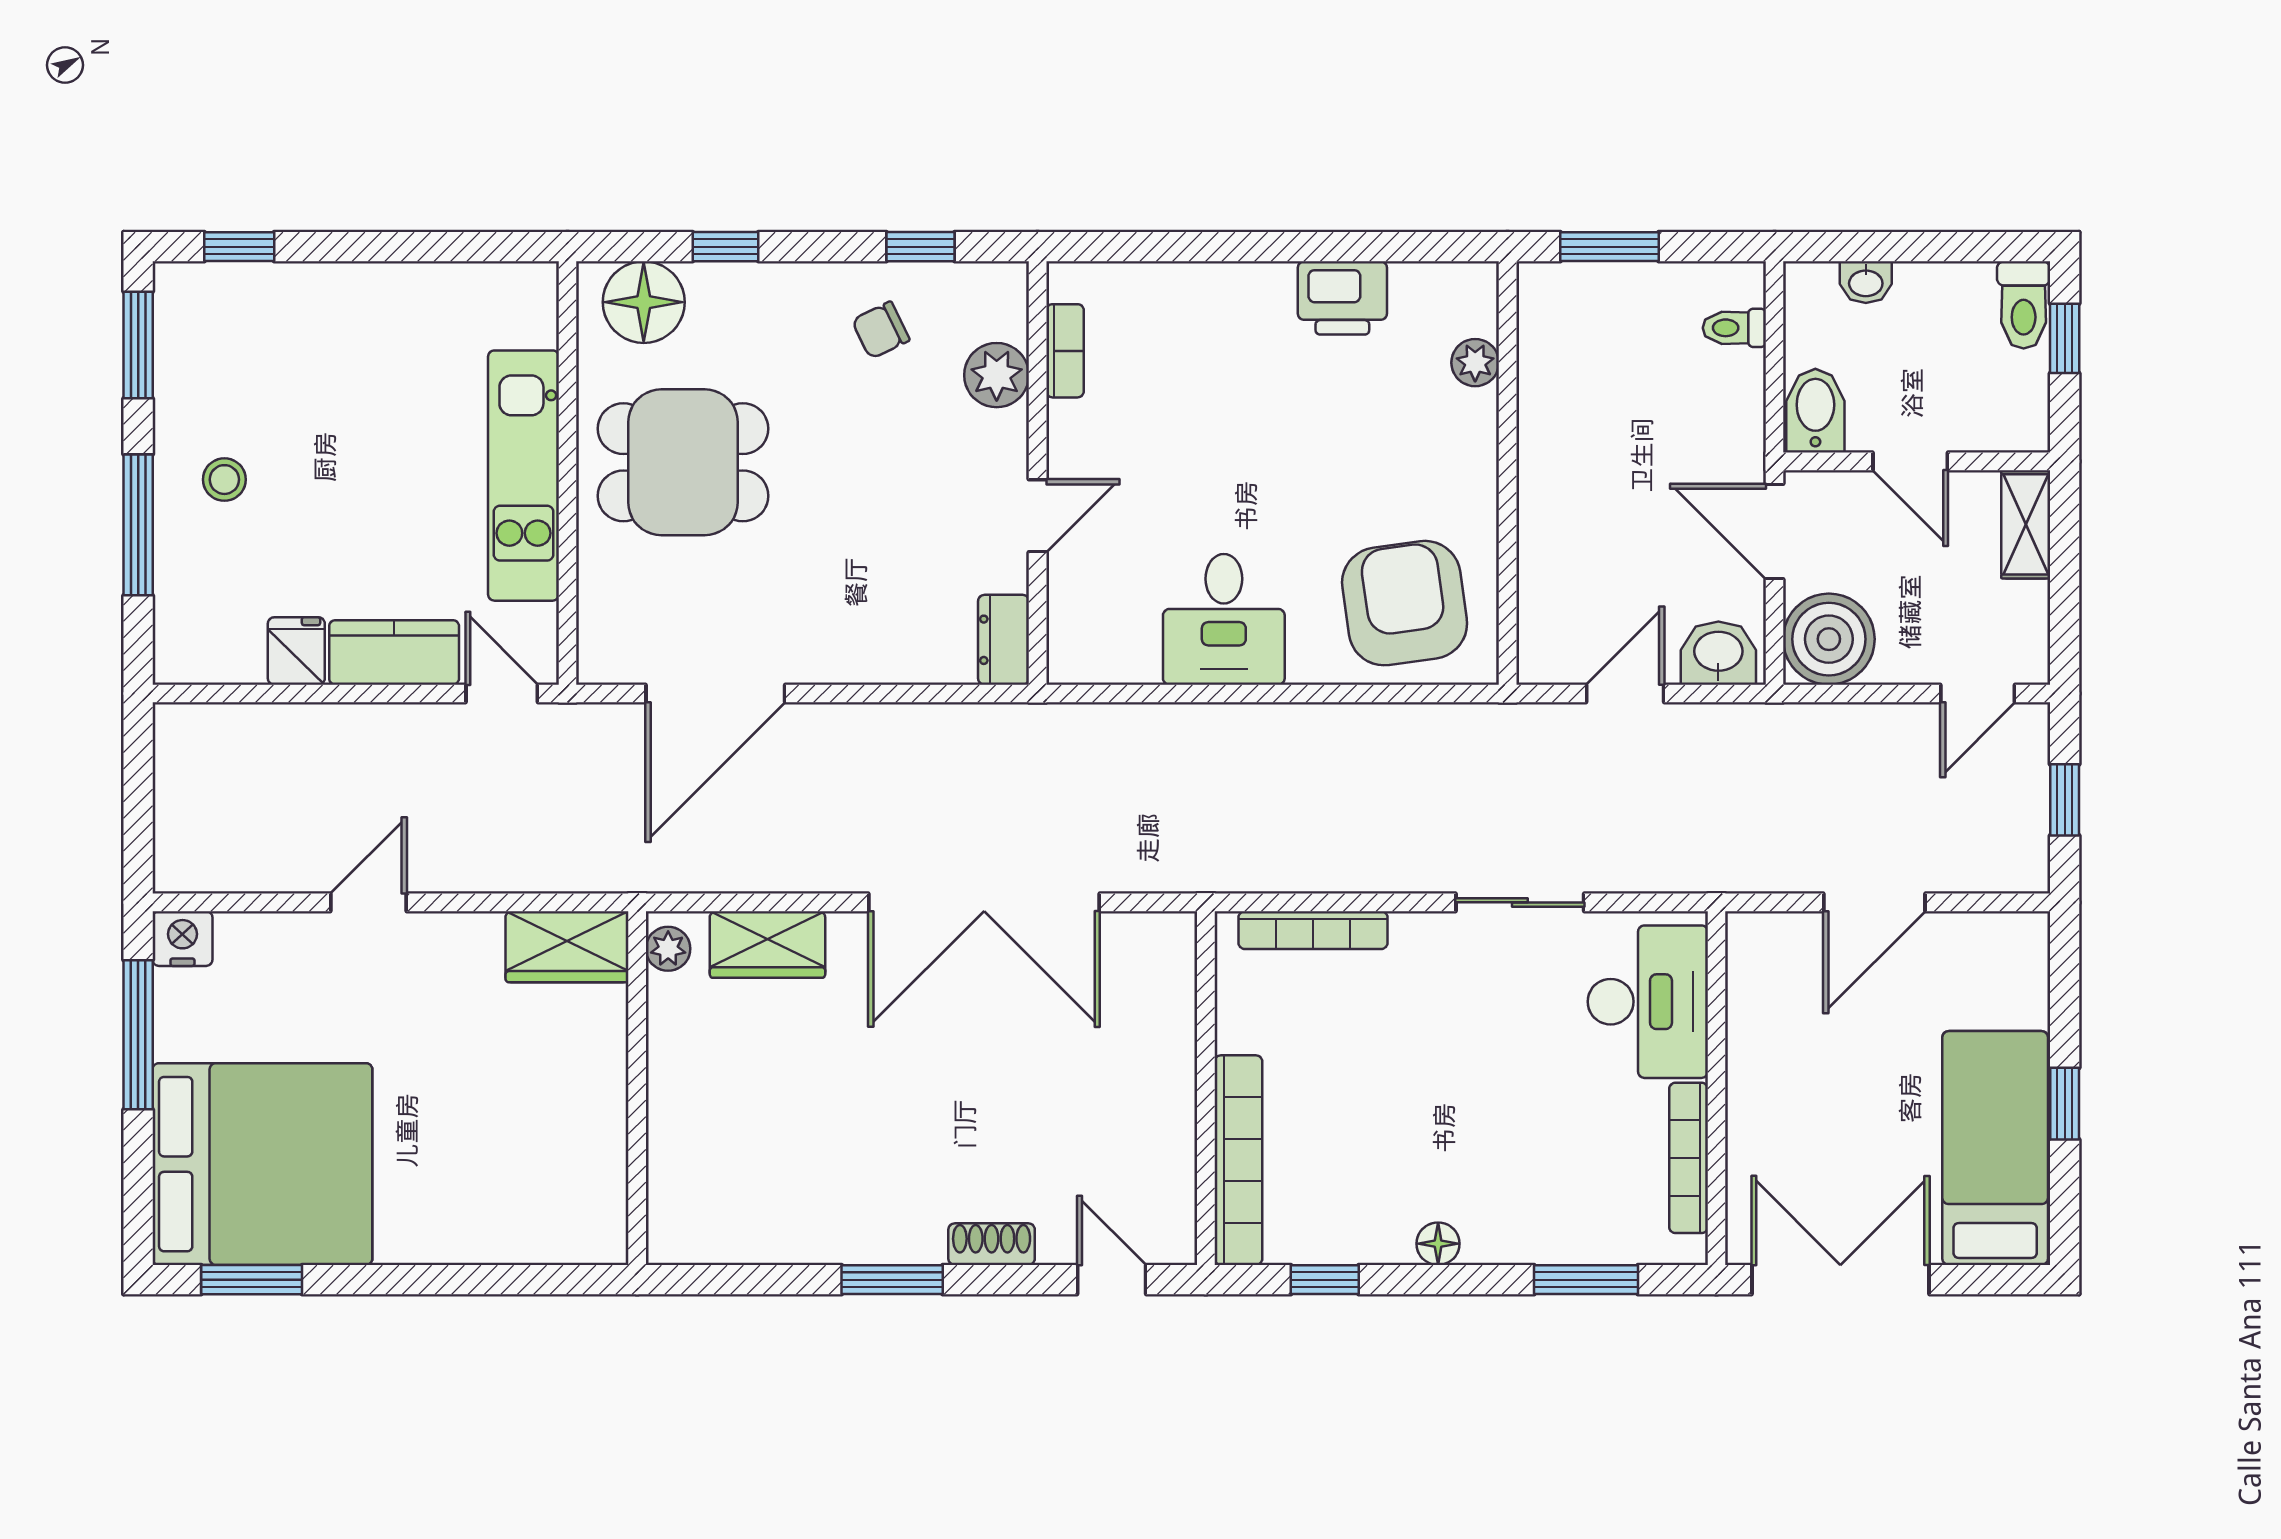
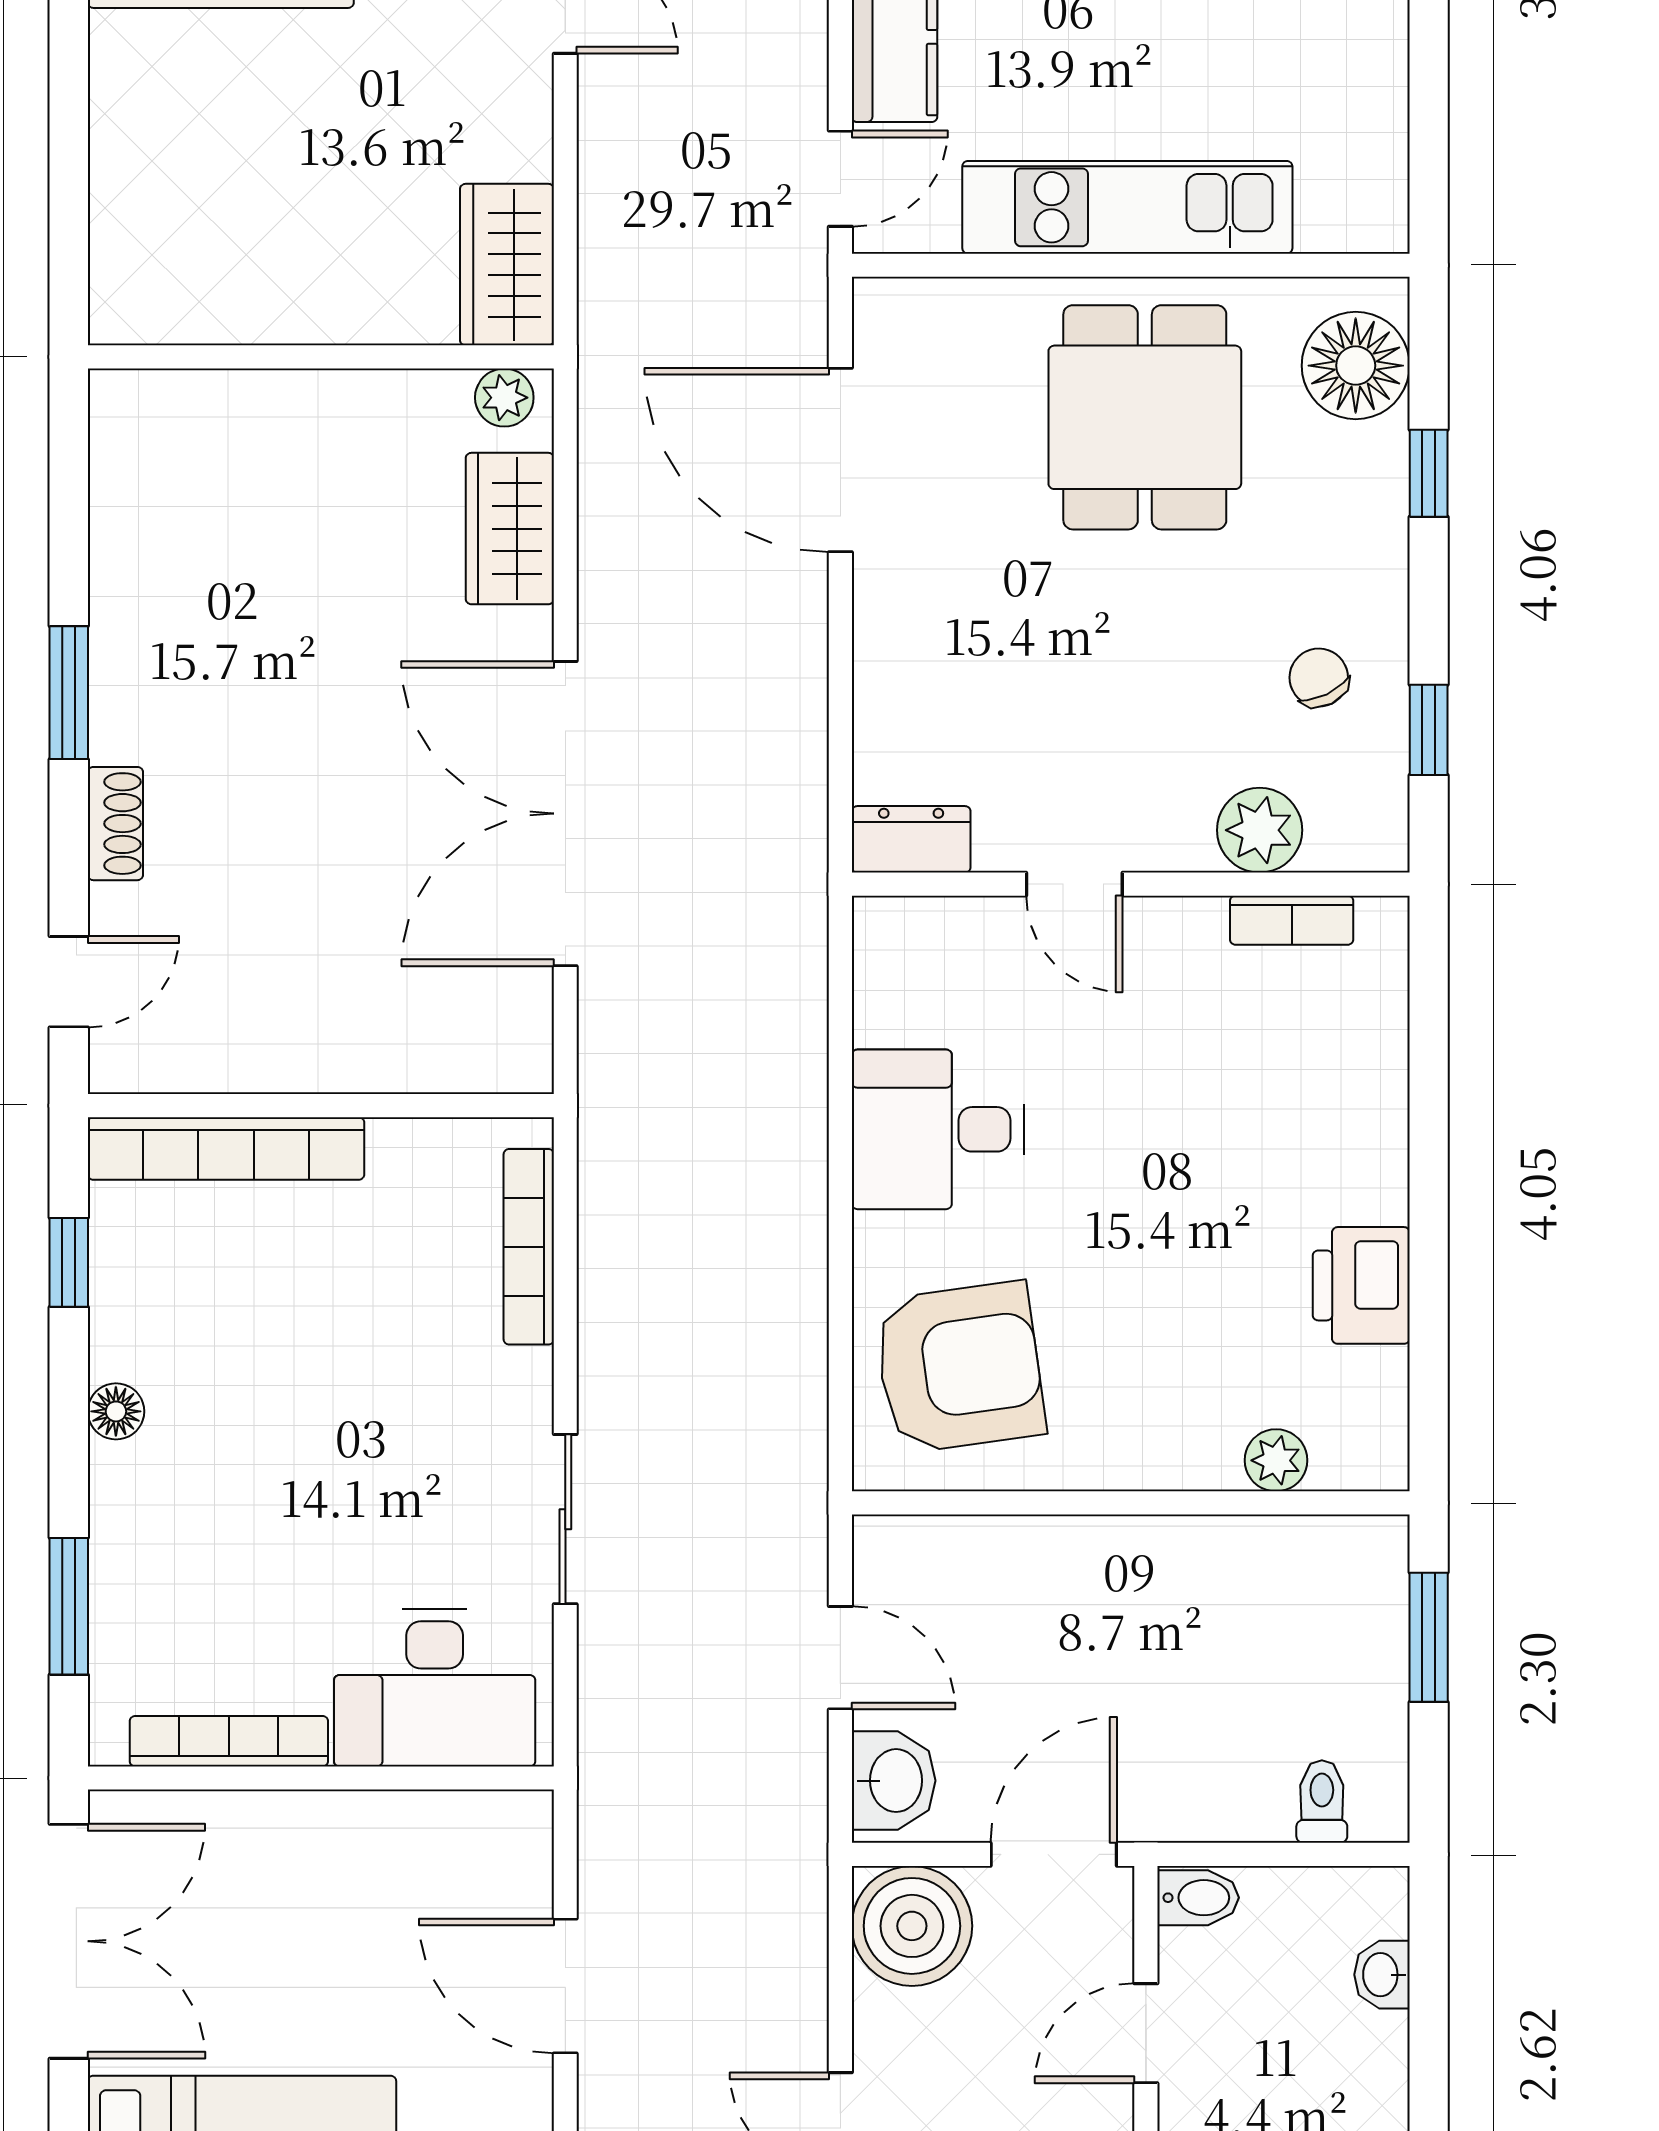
bidet: (1815, 411) -> (1198, 1898), width x0.72, depth x0.74

